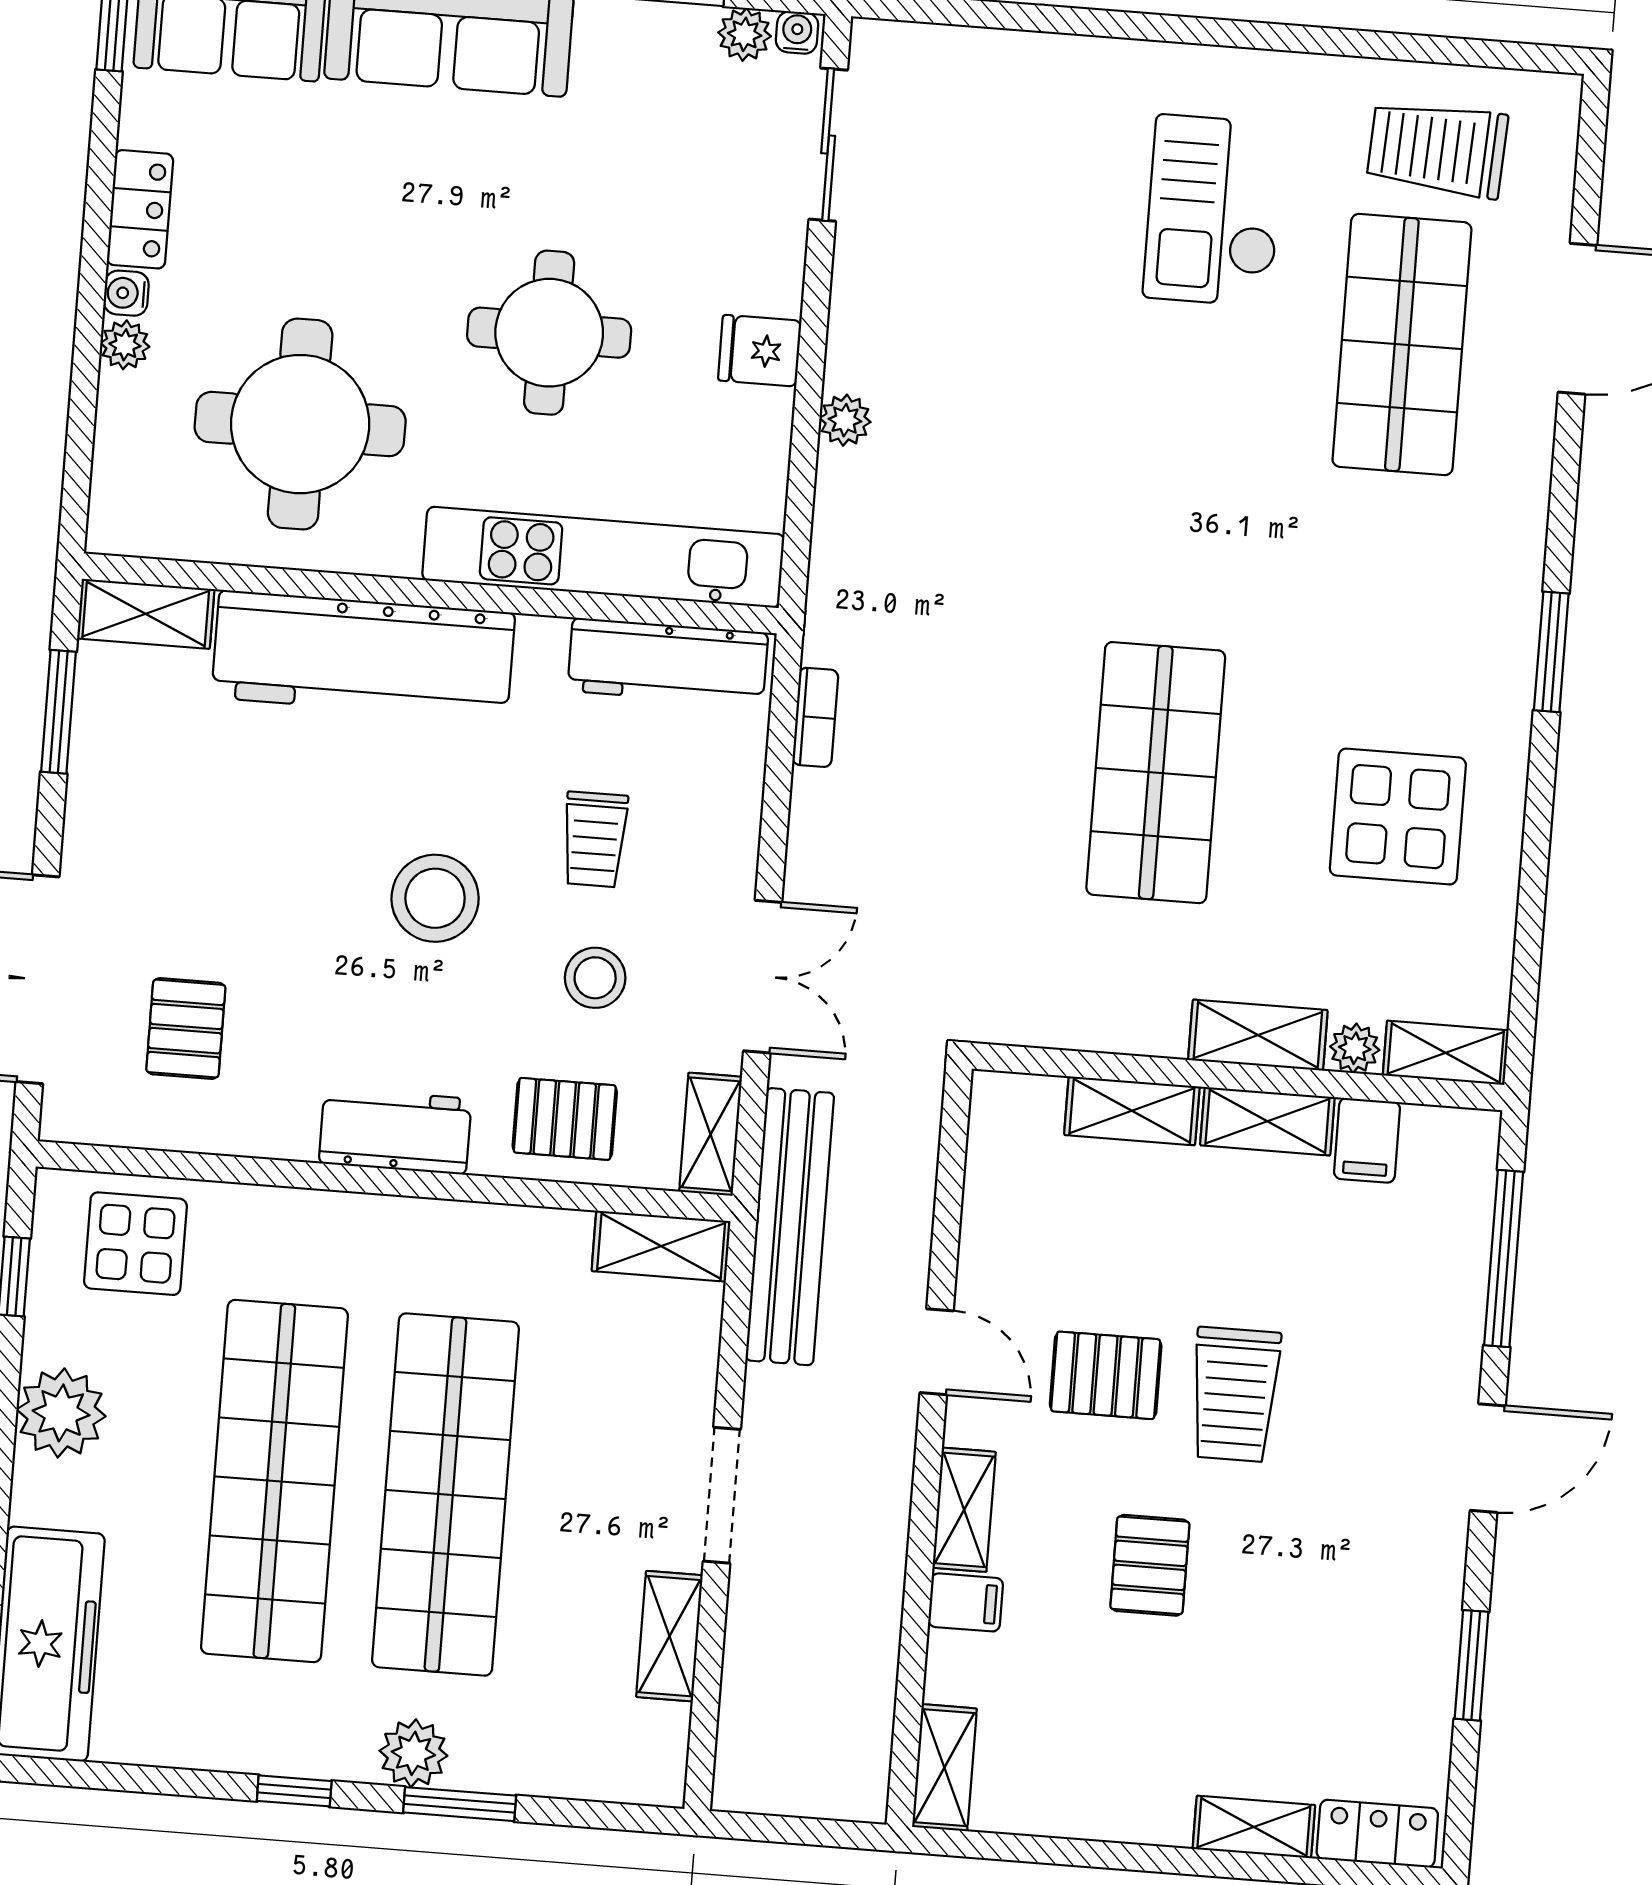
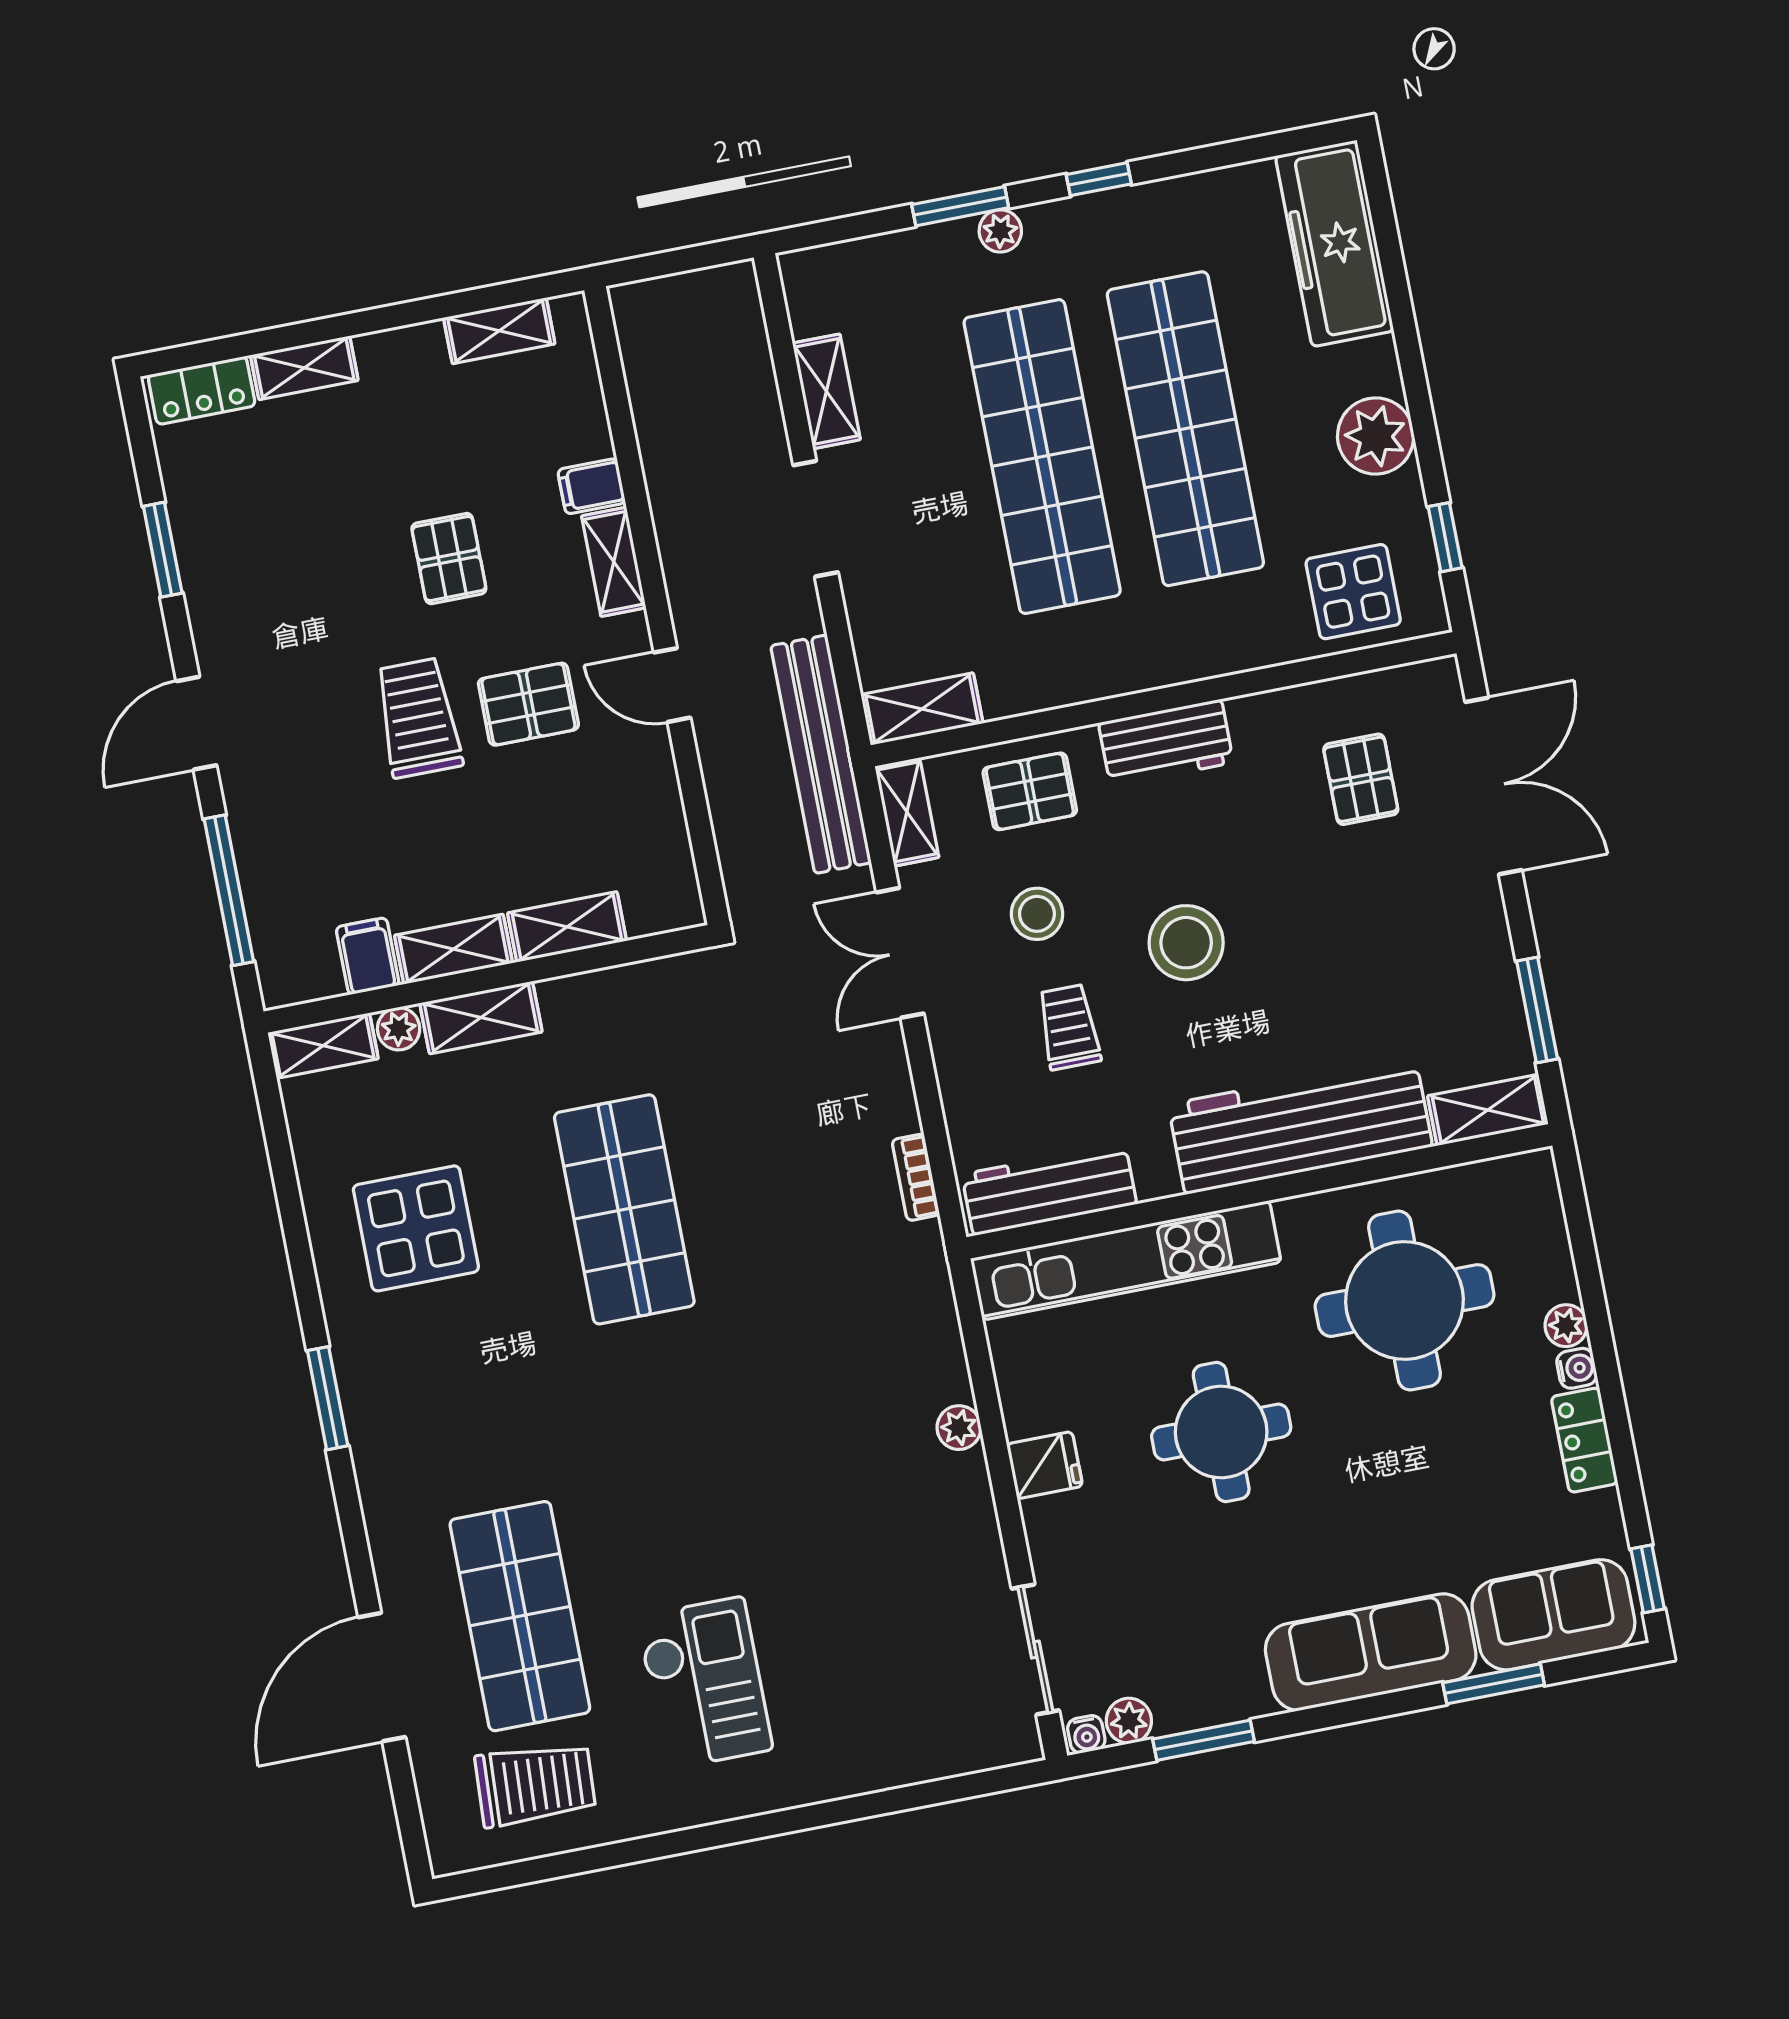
plant: (413, 1753) -> (1000, 231), width x0.73, depth x0.73
shelving: (944, 1768) -> (499, 331), moved, turned 90

